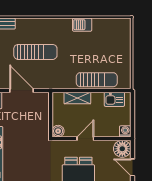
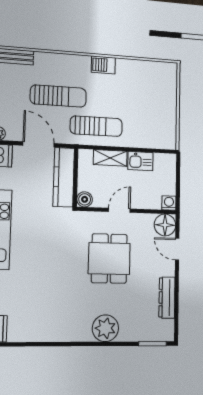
barbecue: (82, 25) -> (103, 65), moved
sun lounger: (97, 80) -> (96, 126), moved
kitchen sink: (114, 99) -> (140, 161), moved
kitchen counter: (41, 115) -> (64, 177), added

